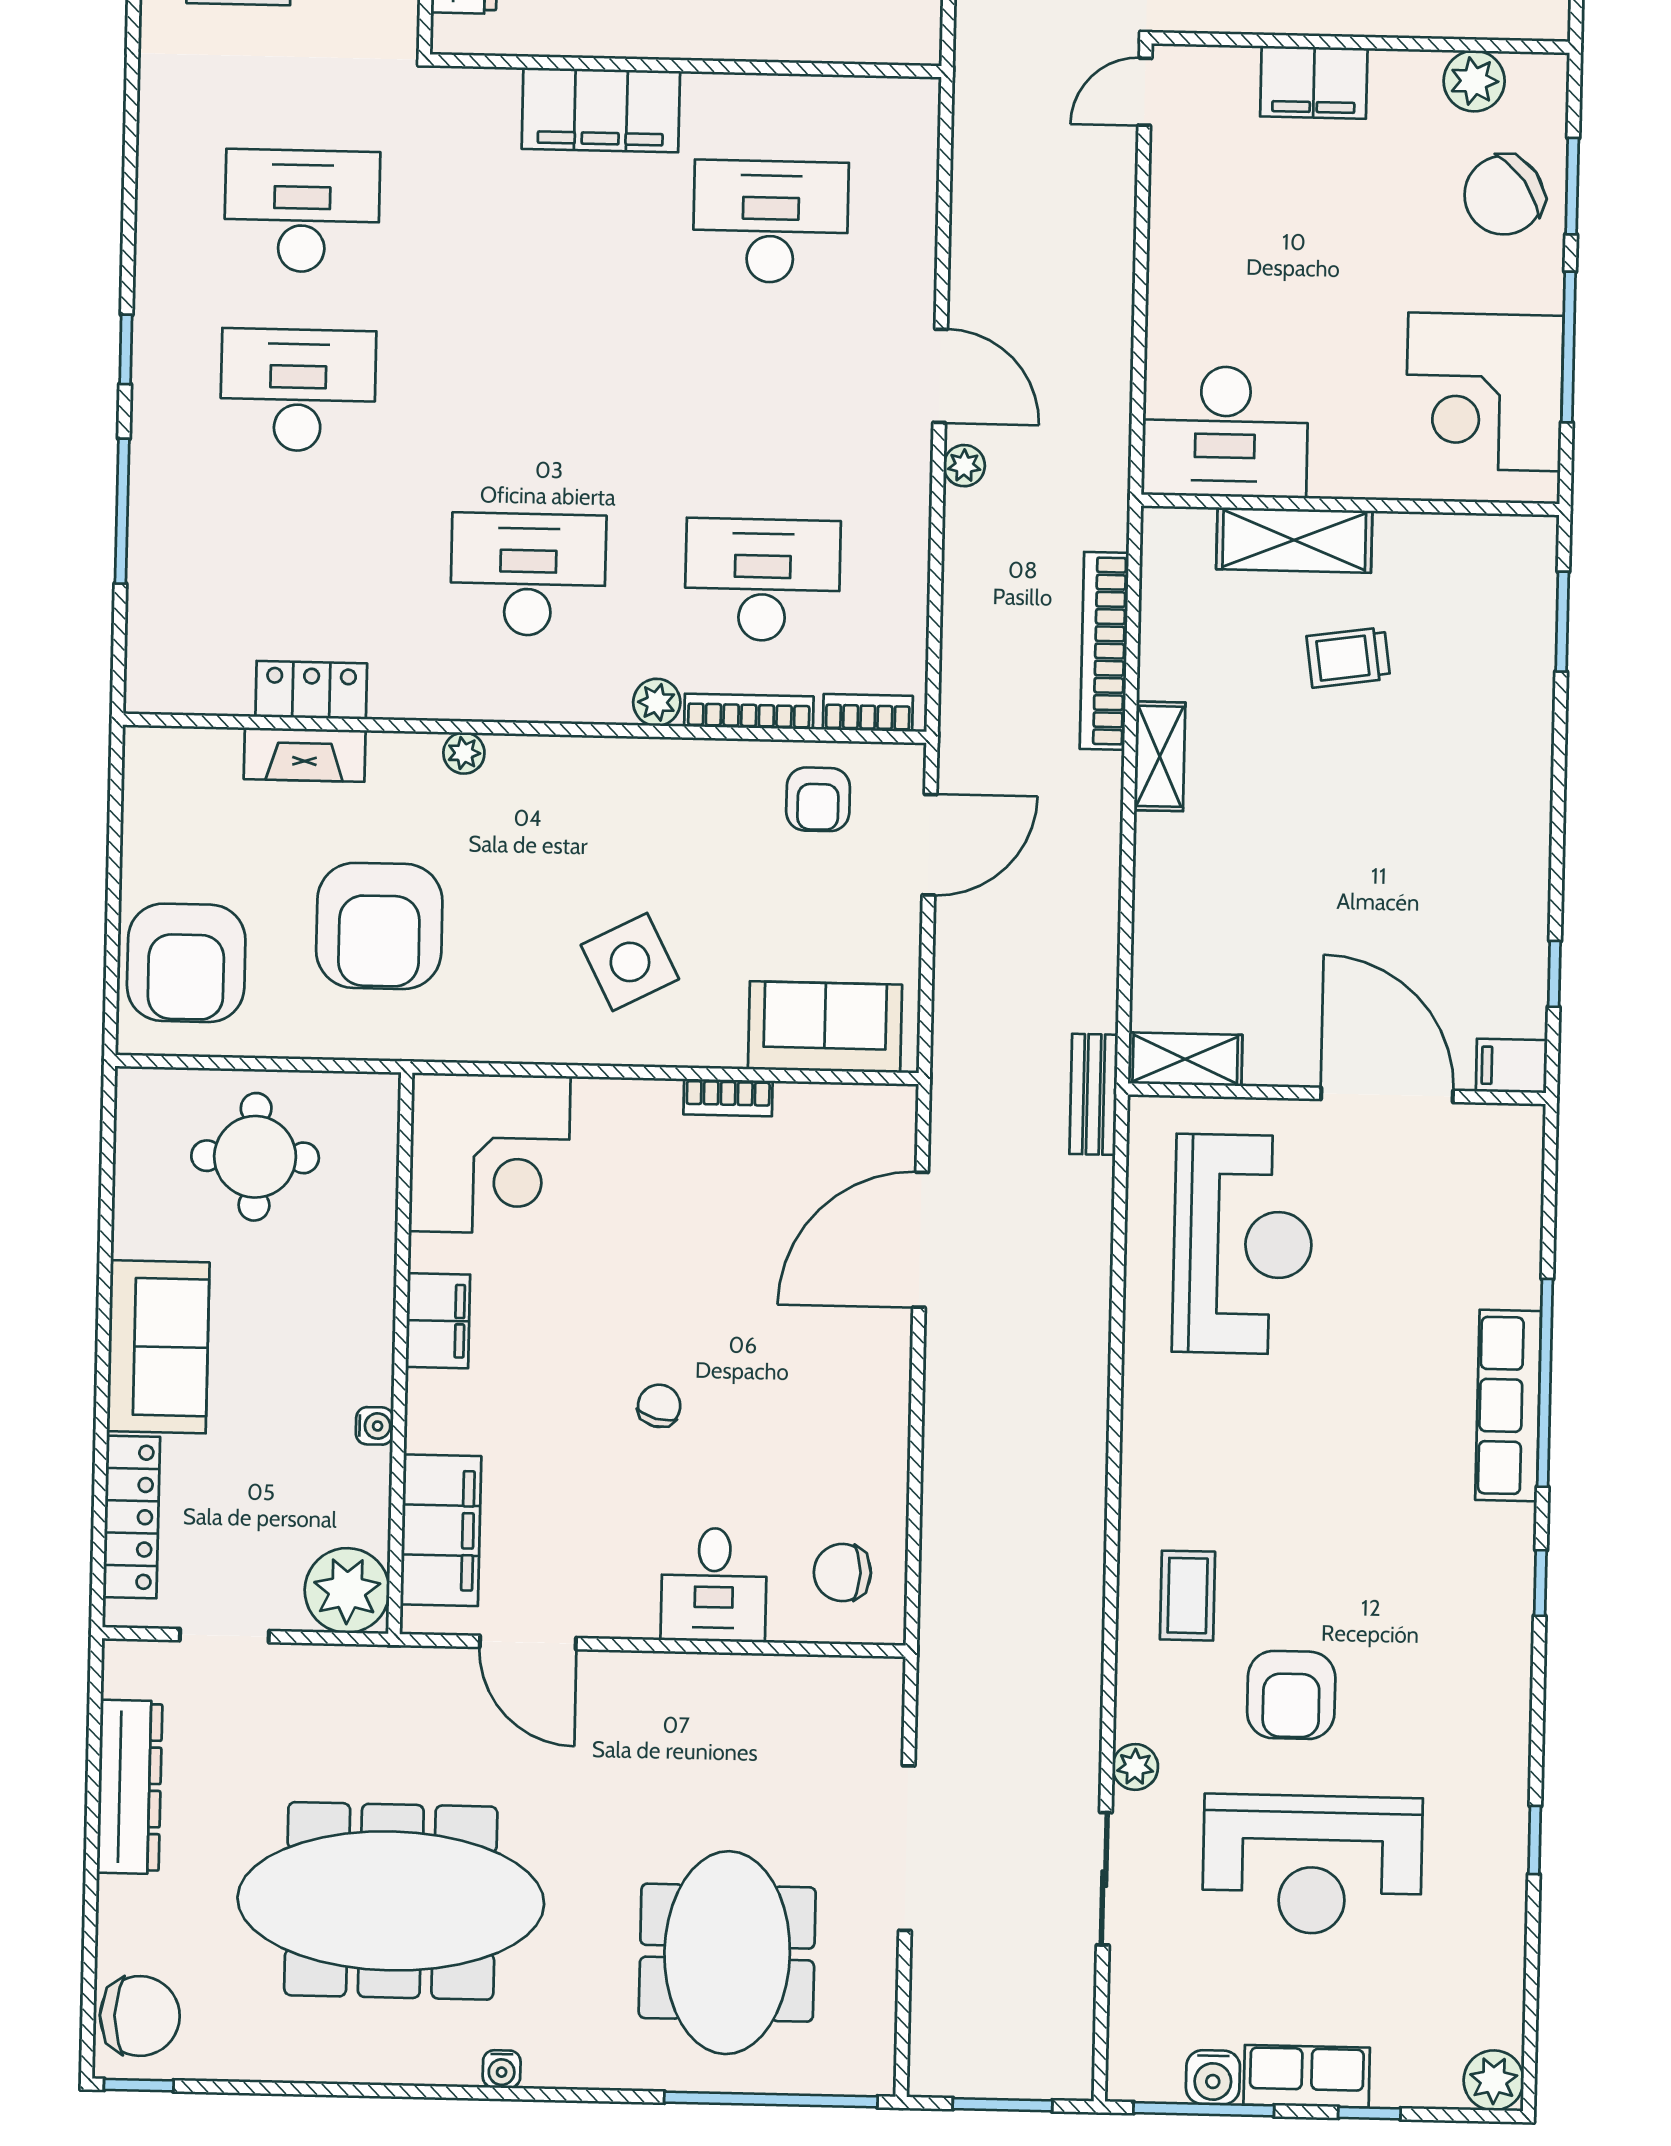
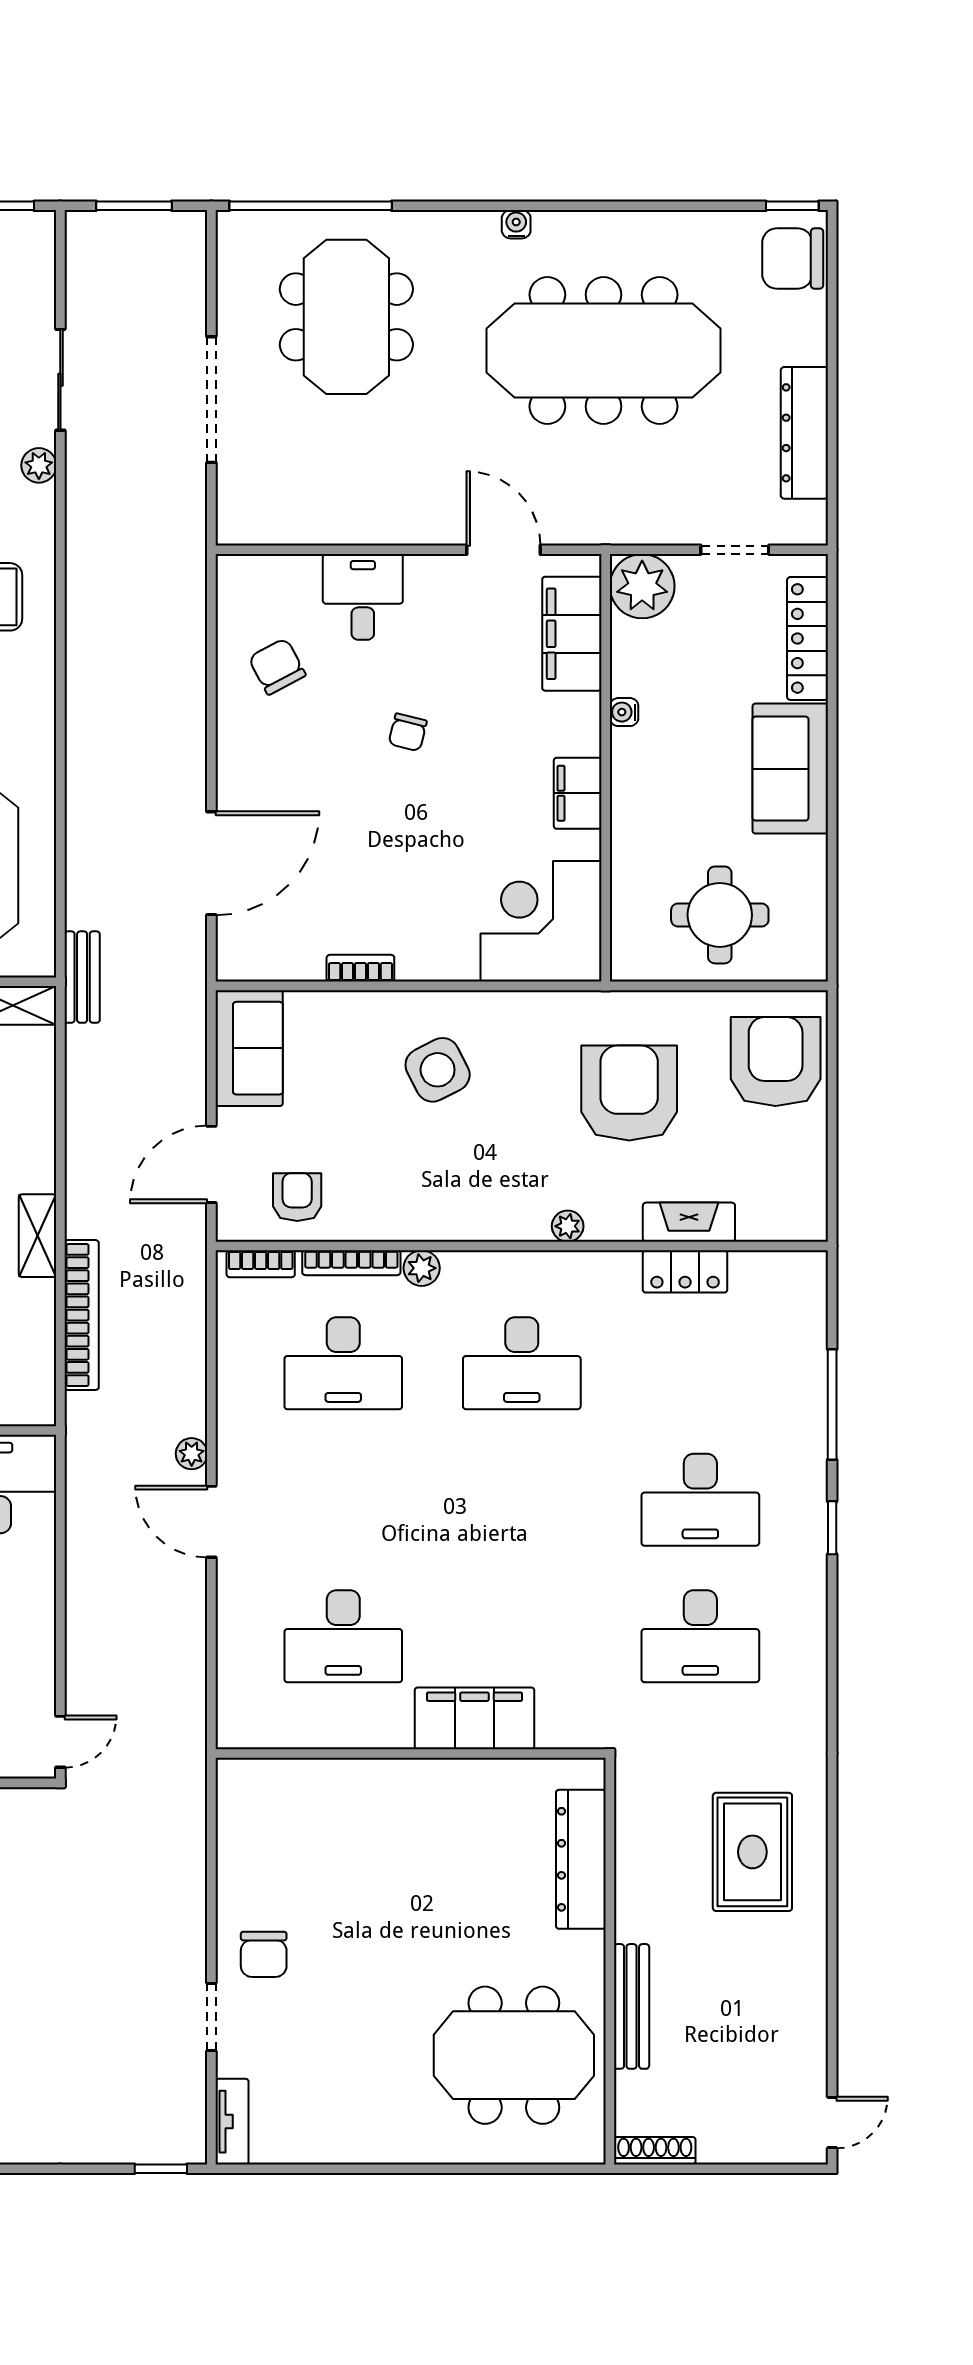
sofa: (825, 1027) -> (249, 1048), moved, turned -90
chair: (842, 1572) -> (277, 666), moved, turned -118

